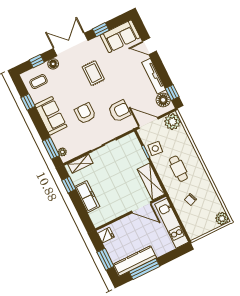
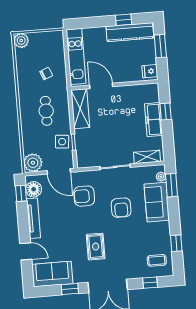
floor lamp: (53, 64) -> (134, 273), removed
sofa: (51, 116) -> (157, 202), moved
window: (69, 185) -> (166, 112), moved
window: (144, 269) -> (124, 20), width x0.46

